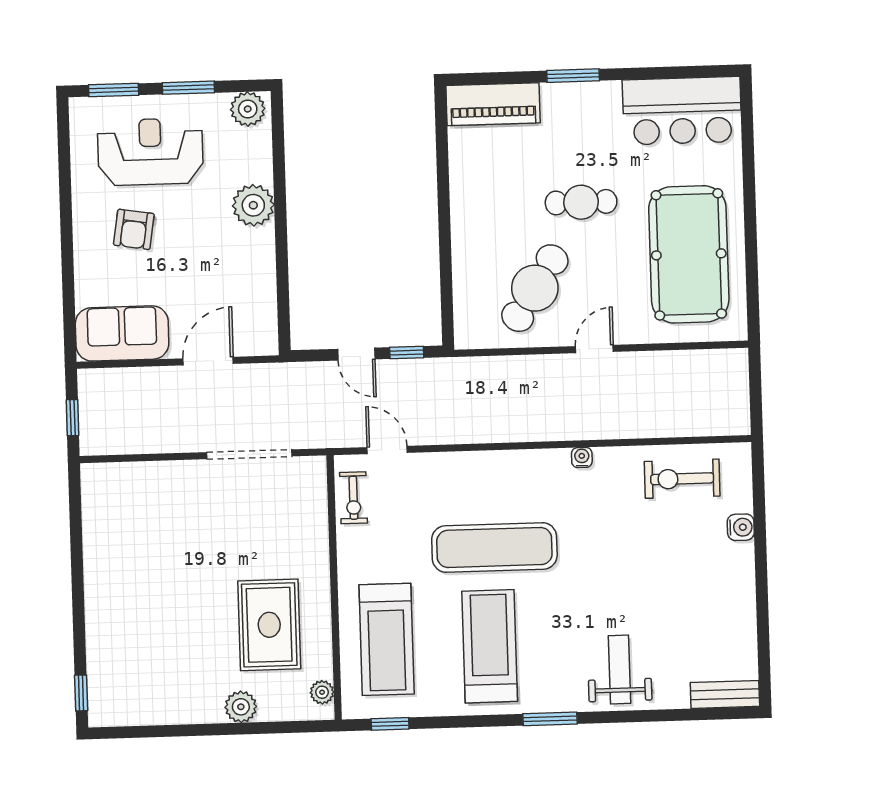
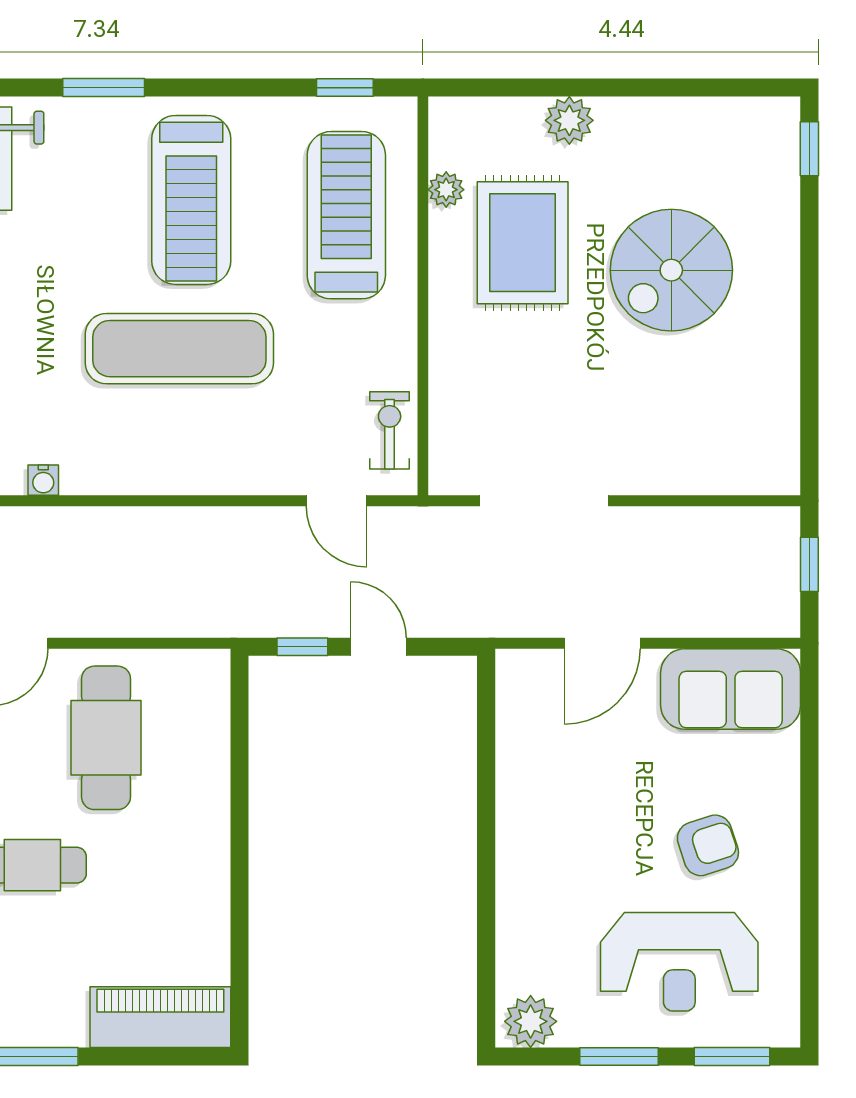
plant: (253, 205) -> (527, 876), removed
armchair: (134, 229) -> (708, 845), turned 63
cafe table: (535, 288) -> (106, 738), turned -33
spiral stairs: (170, 610) -> (671, 270), added
plant: (322, 692) -> (446, 190), moved

